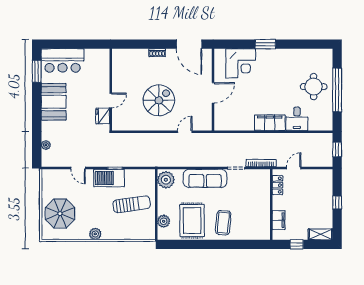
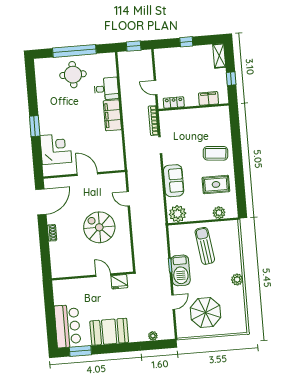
sofa: (205, 178) -> (174, 181), width x0.73
parasol: (60, 214) -> (205, 313), moved
rug: (192, 220) -> (216, 184), width x0.73, depth x0.70

